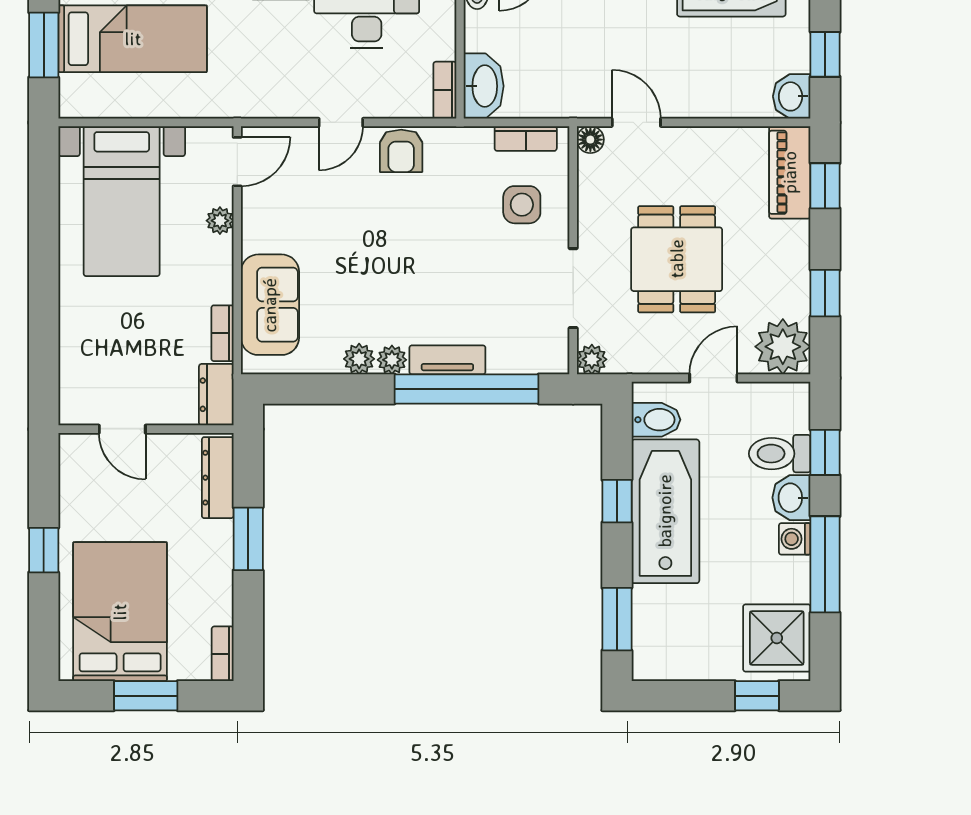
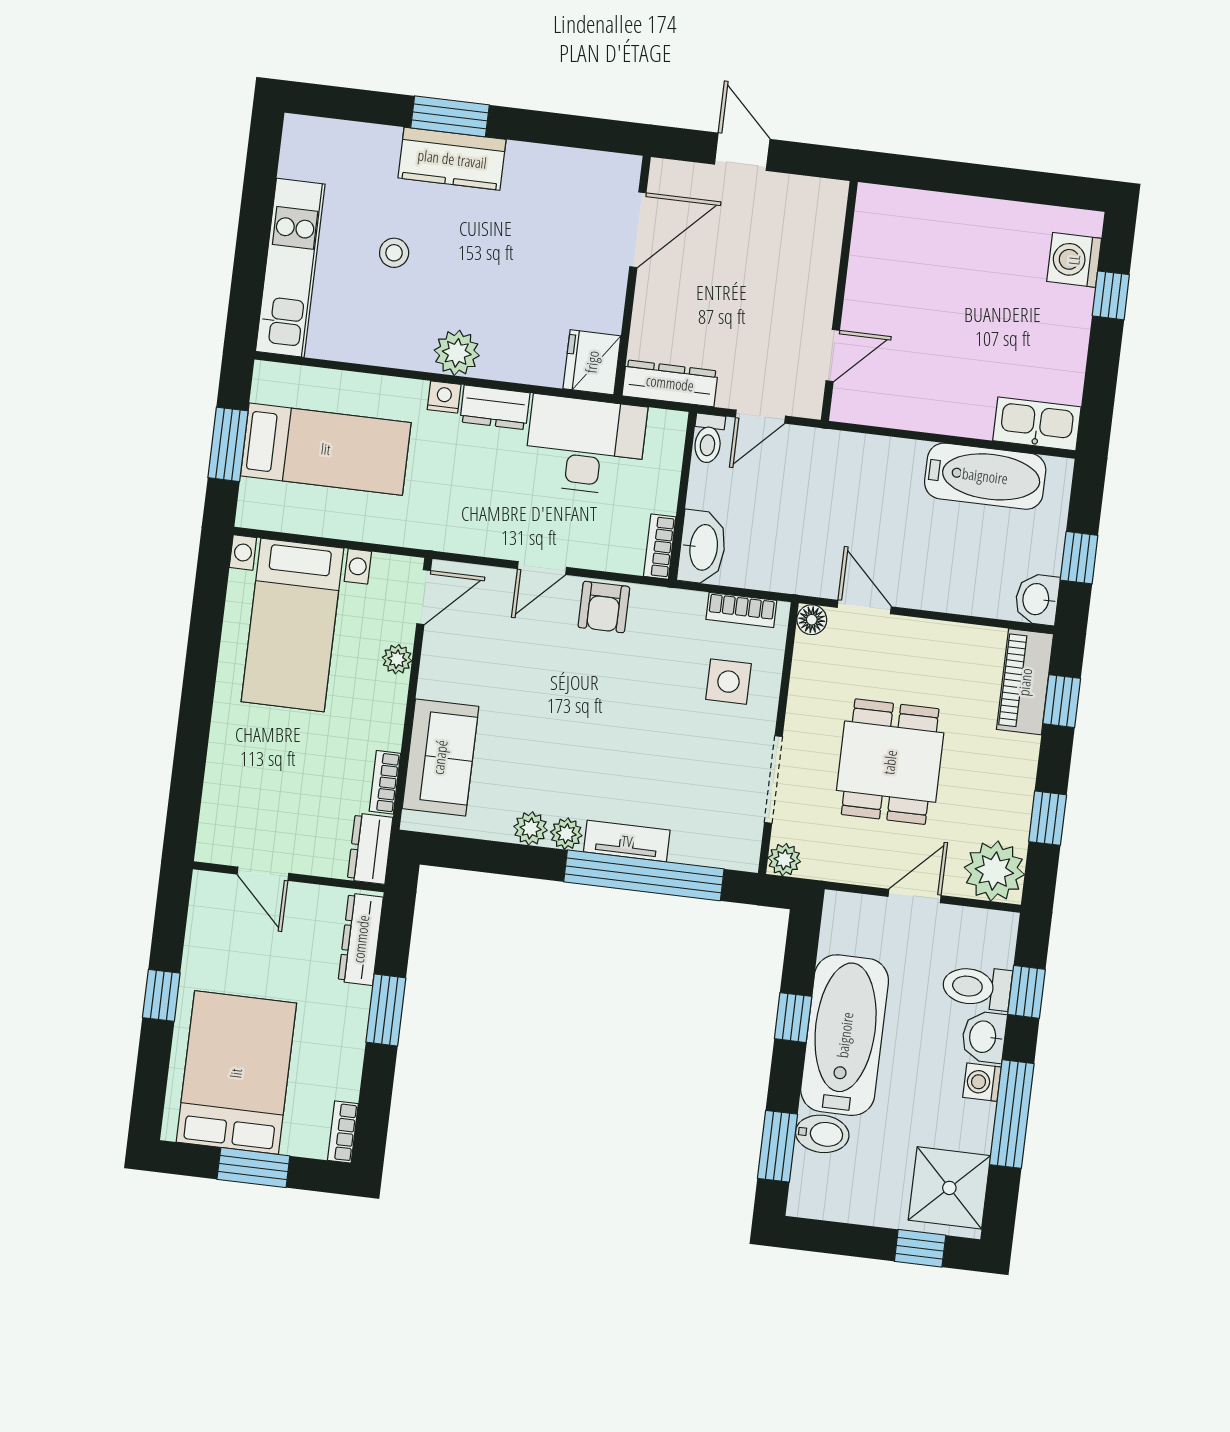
bidet: (656, 420) -> (822, 1134), moved

